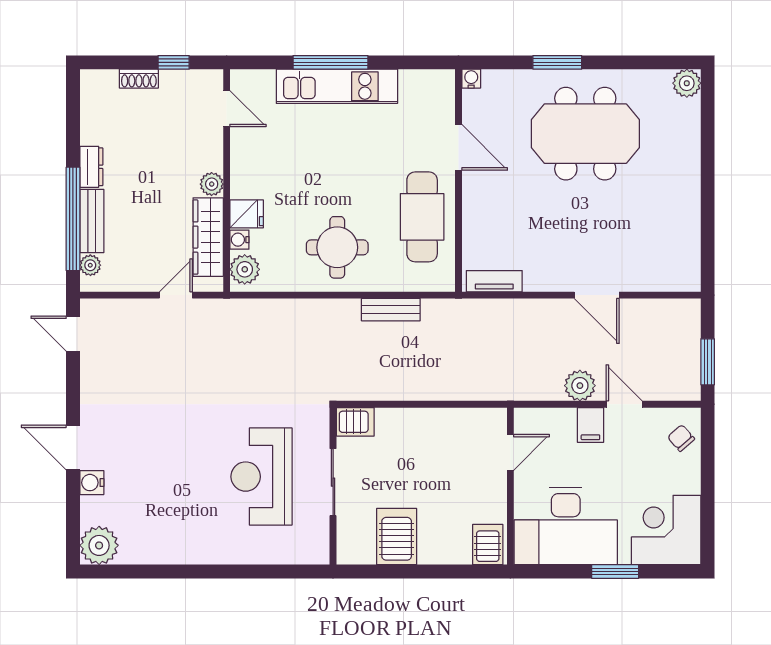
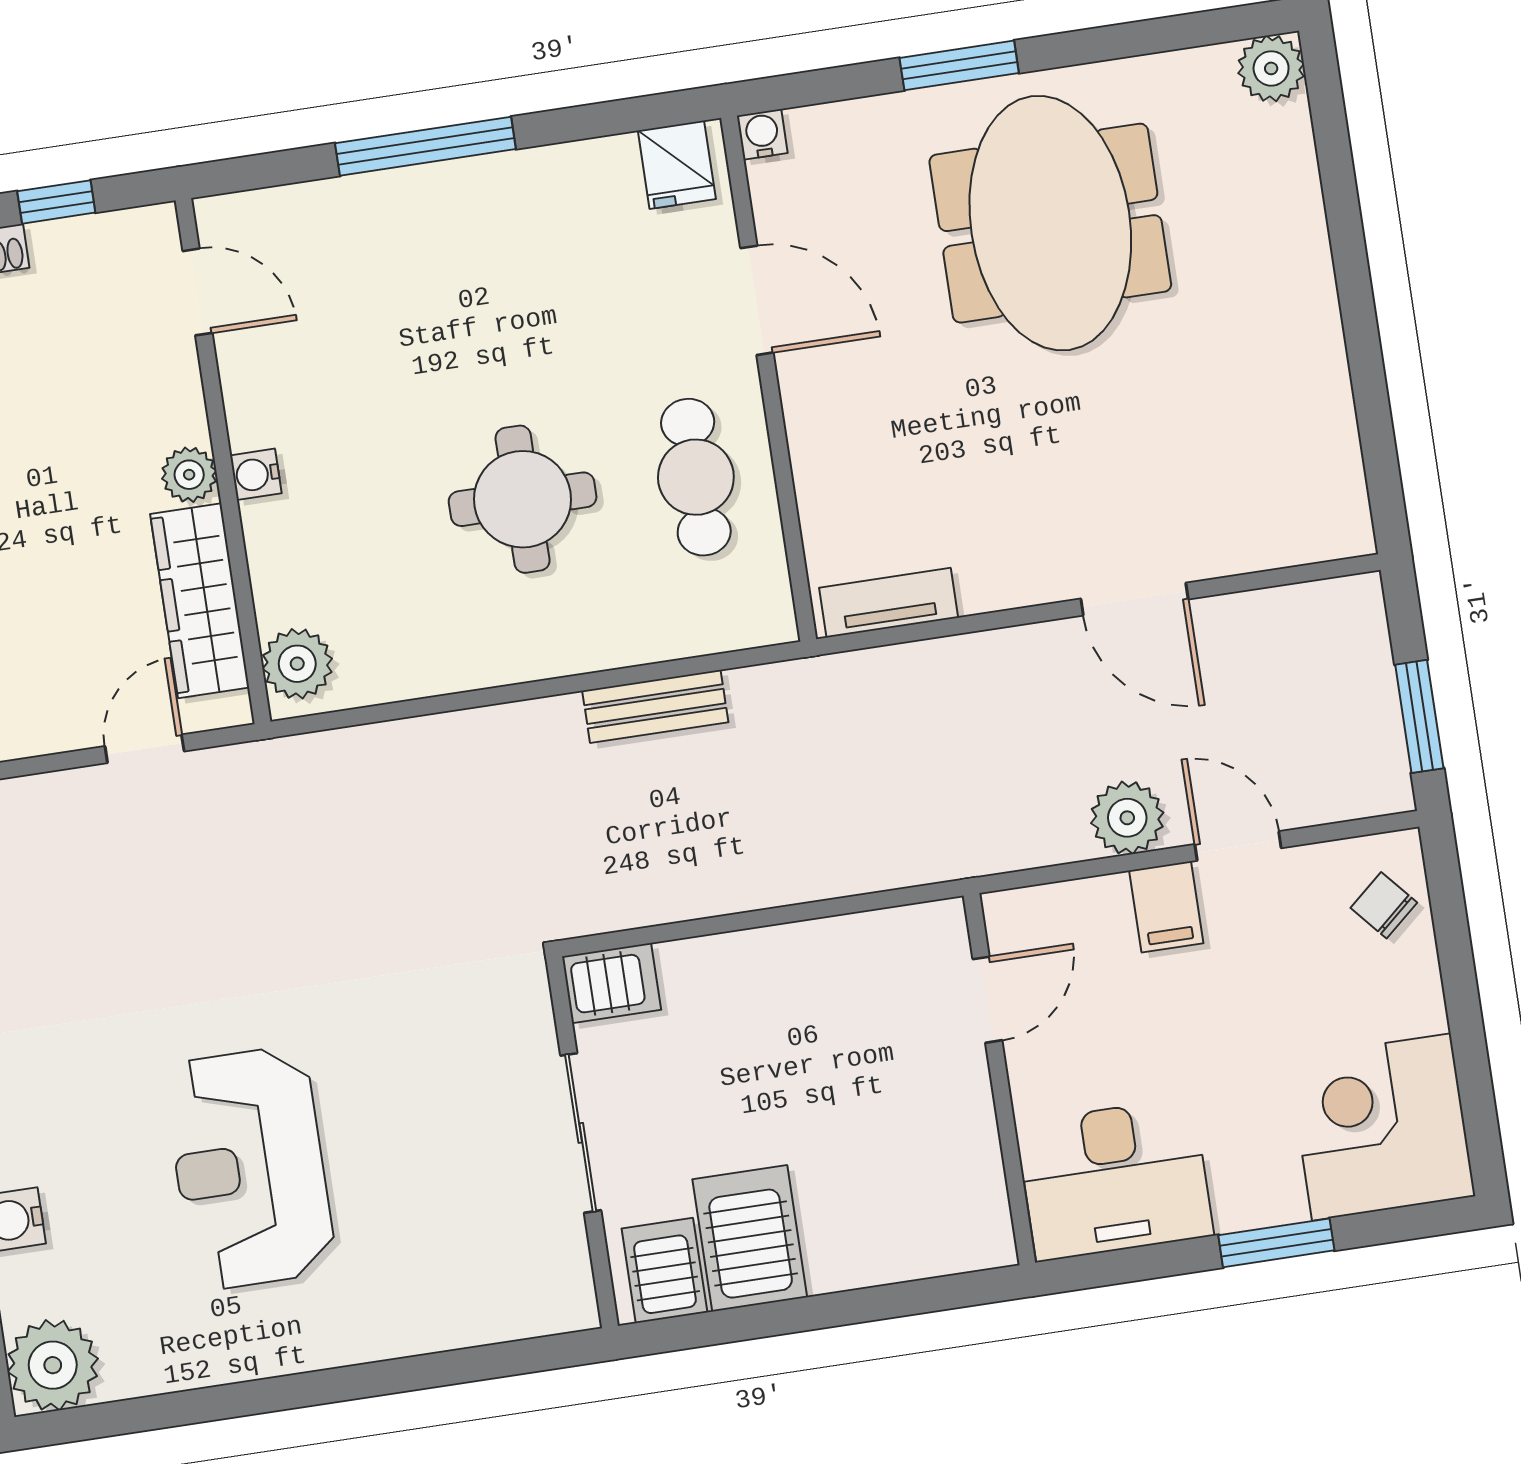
kitchen unit: (337, 86) -> (449, 200), removed
meeting table: (585, 134) -> (1050, 223), turned 90
fridge: (247, 214) -> (677, 165), moved, turned 90
cafe table: (422, 217) -> (696, 477), width x0.73, depth x0.74
water cooler: (239, 240) -> (256, 474), moved
round table: (337, 247) -> (523, 499), moved
reception desk: (262, 477) -> (250, 1168), moved
desk: (566, 526) -> (1115, 1179), width x0.73, depth x0.77
server rack: (488, 545) -> (664, 1270), moved

